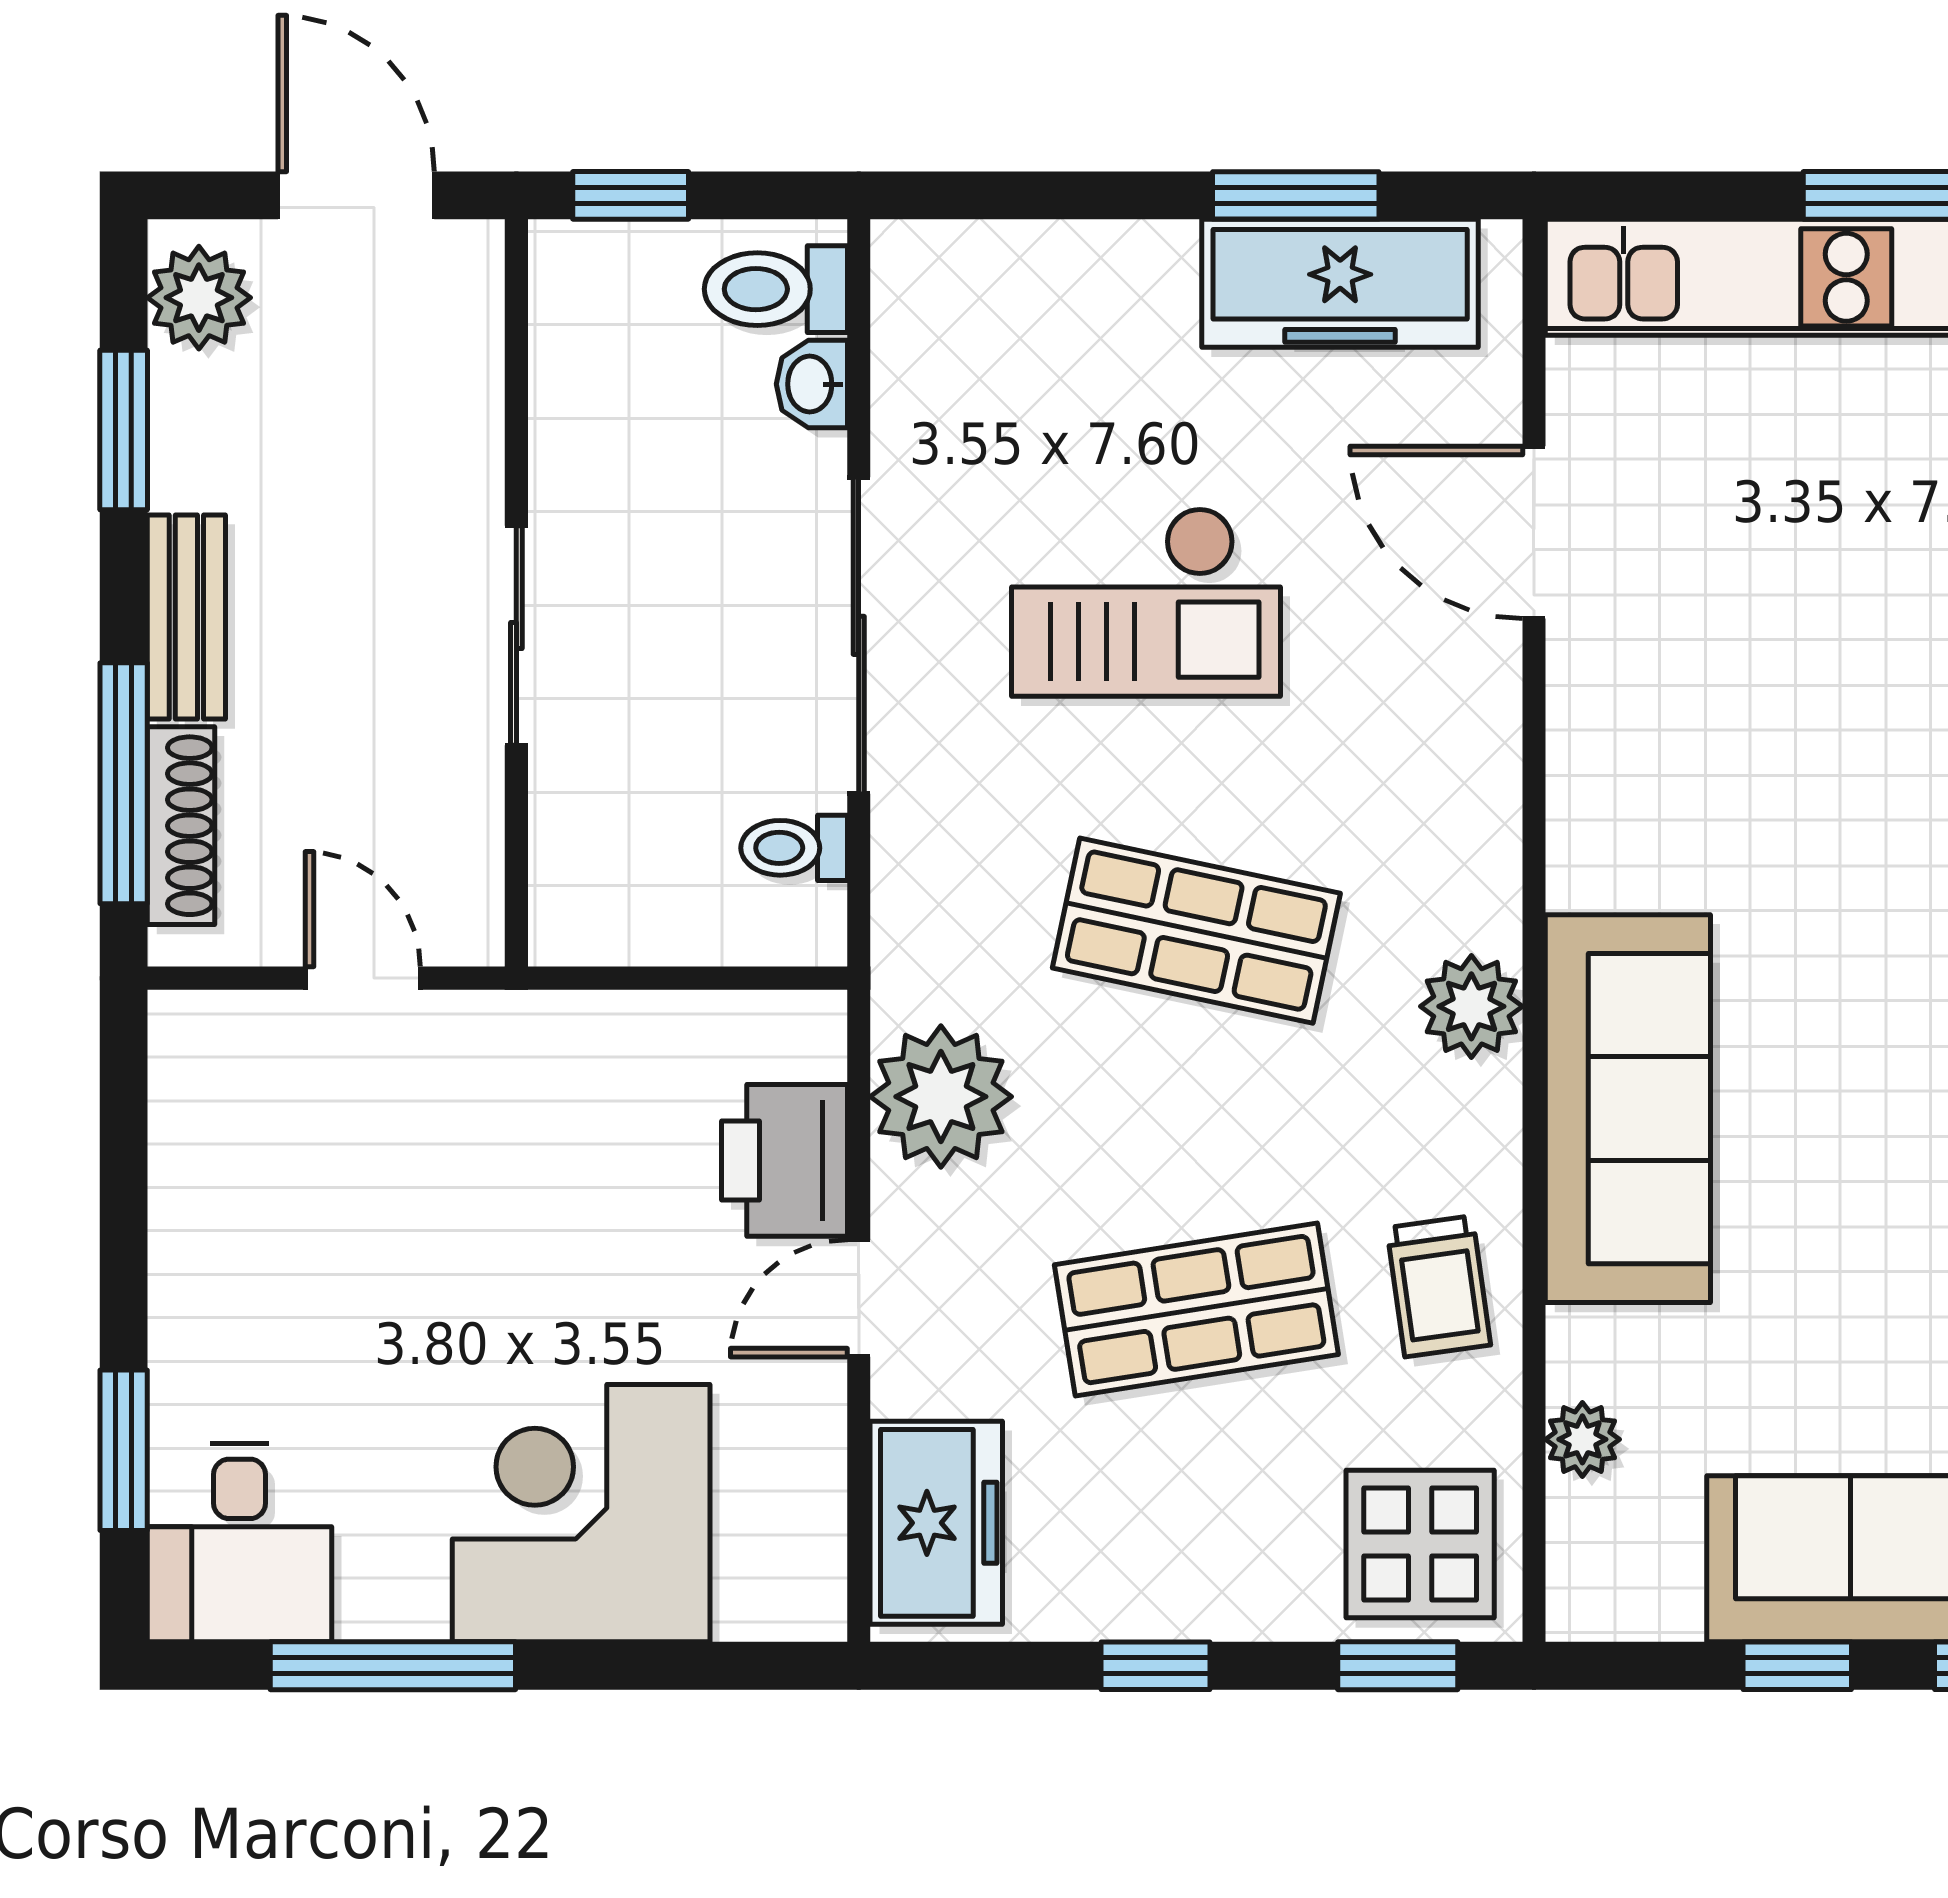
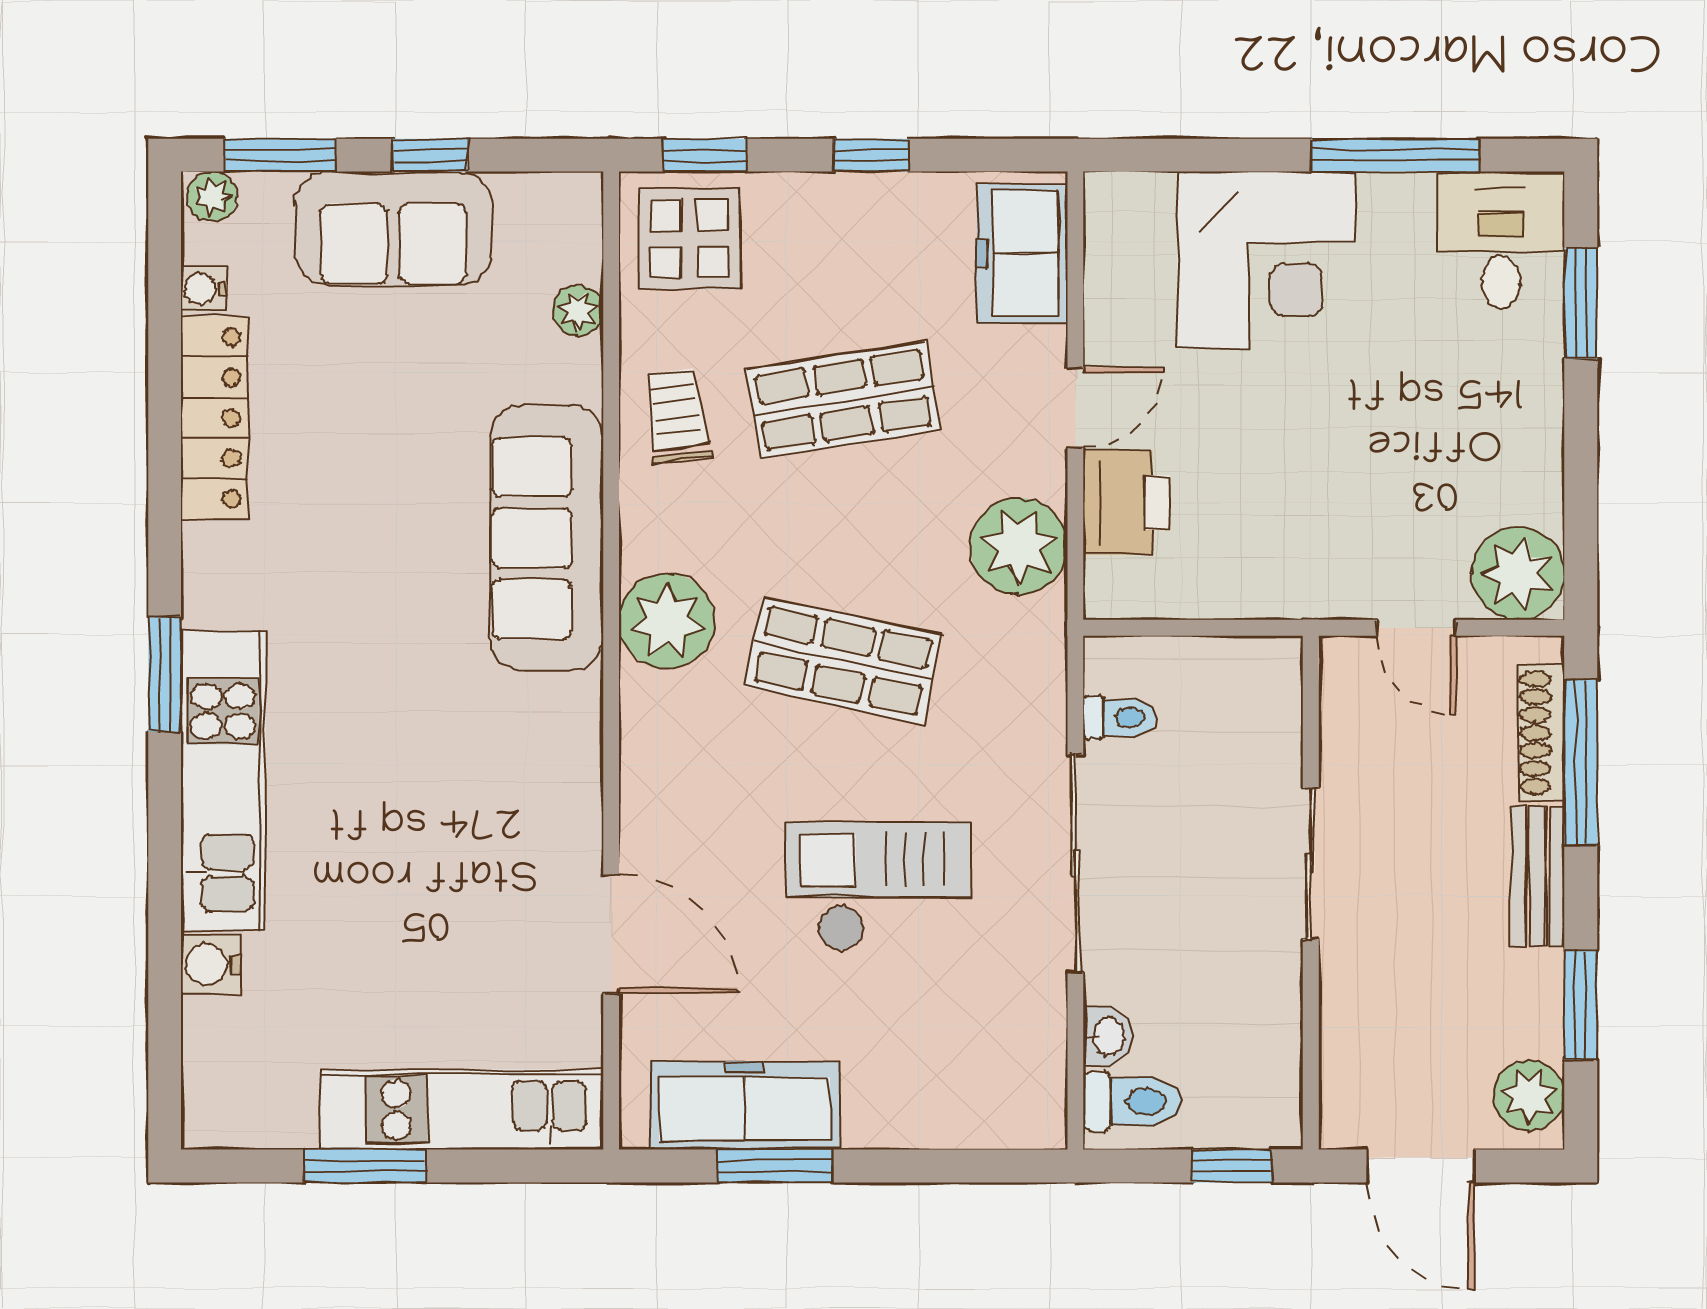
plant: (1471, 1006) -> (667, 621), width x1.36, depth x1.36
plant: (215, 1057) -> (1518, 574), added

